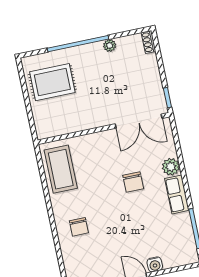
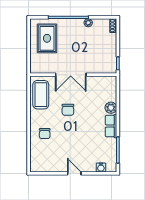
rug: (52, 82) -> (47, 38), turned 90
double door: (139, 121) -> (71, 75), moved
chair: (133, 182) -> (68, 110), moved
water cooler: (155, 264) -> (101, 167), moved

